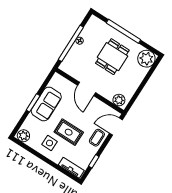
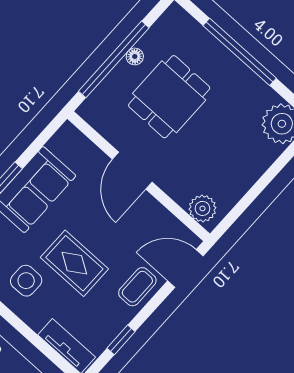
dining table: (112, 57) -> (169, 97), moved

